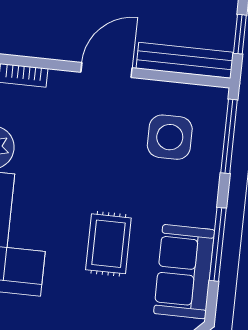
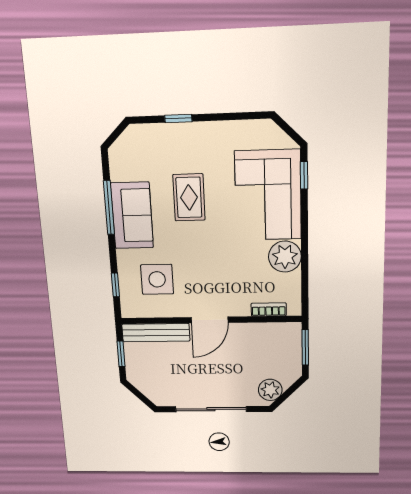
window: (229, 136) -> (115, 285), width x0.46
sofa: (184, 272) -> (132, 215), moved

